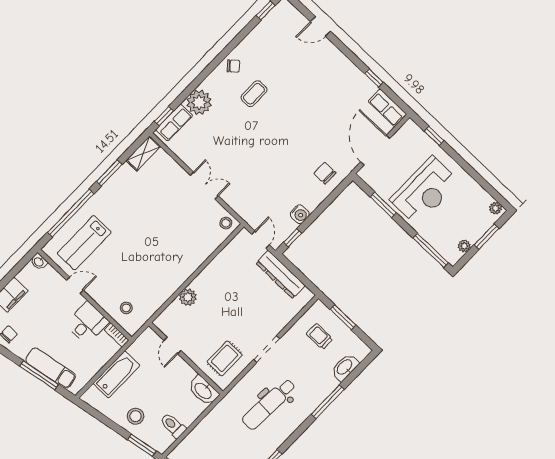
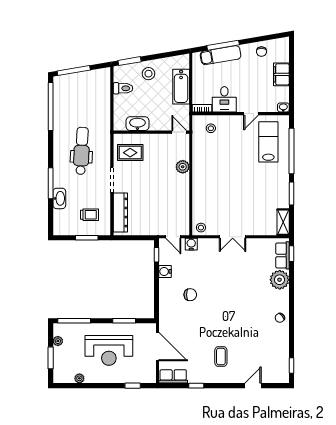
coffee table: (254, 94) -> (221, 357), moved
chair: (325, 173) -> (190, 295), moved
reception desk: (425, 191) -> (109, 350), turned -90
plant: (496, 208) -> (79, 378), moved
water cooler: (250, 216) -> (191, 244), added
dresser: (281, 274) -> (120, 213), moved, turned 90
door: (172, 345) -> (179, 132), moved
rug: (225, 358) -> (130, 153), turned 90
washbasin: (345, 367) -> (59, 198), moved
washbasin: (203, 391) -> (137, 124), moved

